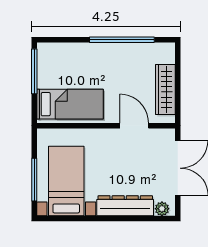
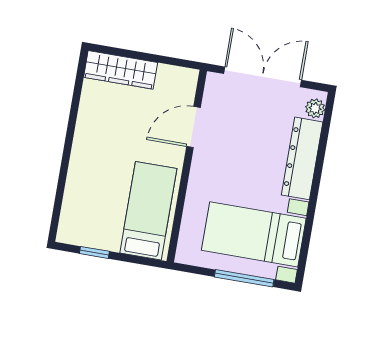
window: (122, 40) -> (72, 124), removed
window: (34, 71) -> (94, 252), width x0.46
wardrobe: (165, 89) -> (121, 70), moved

